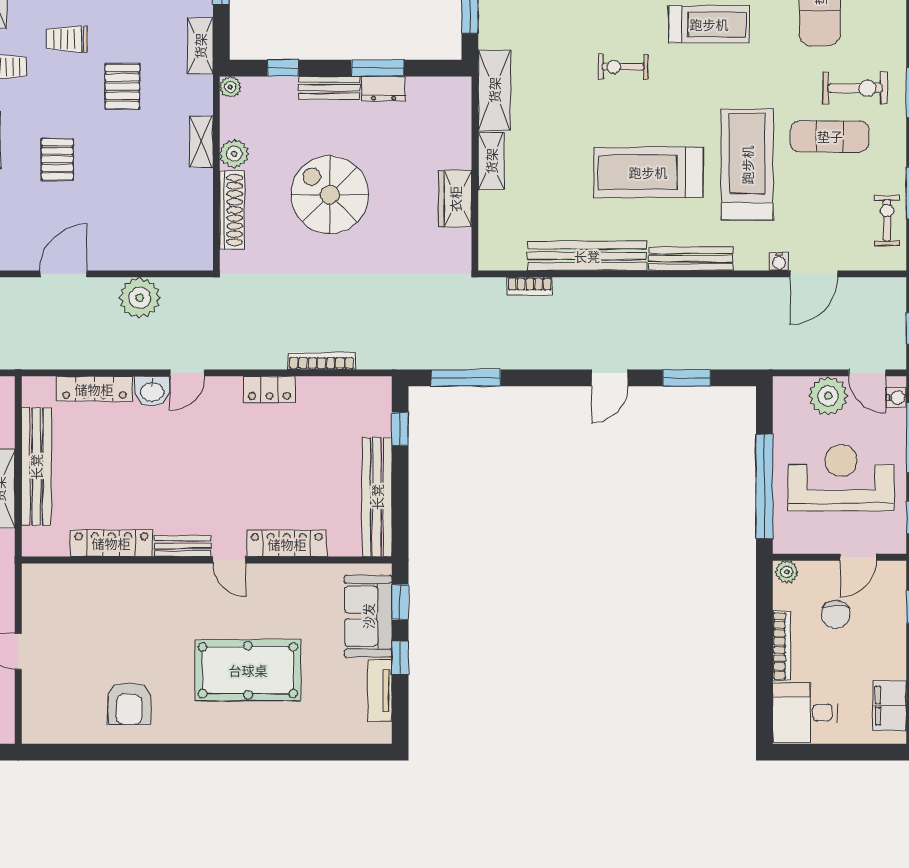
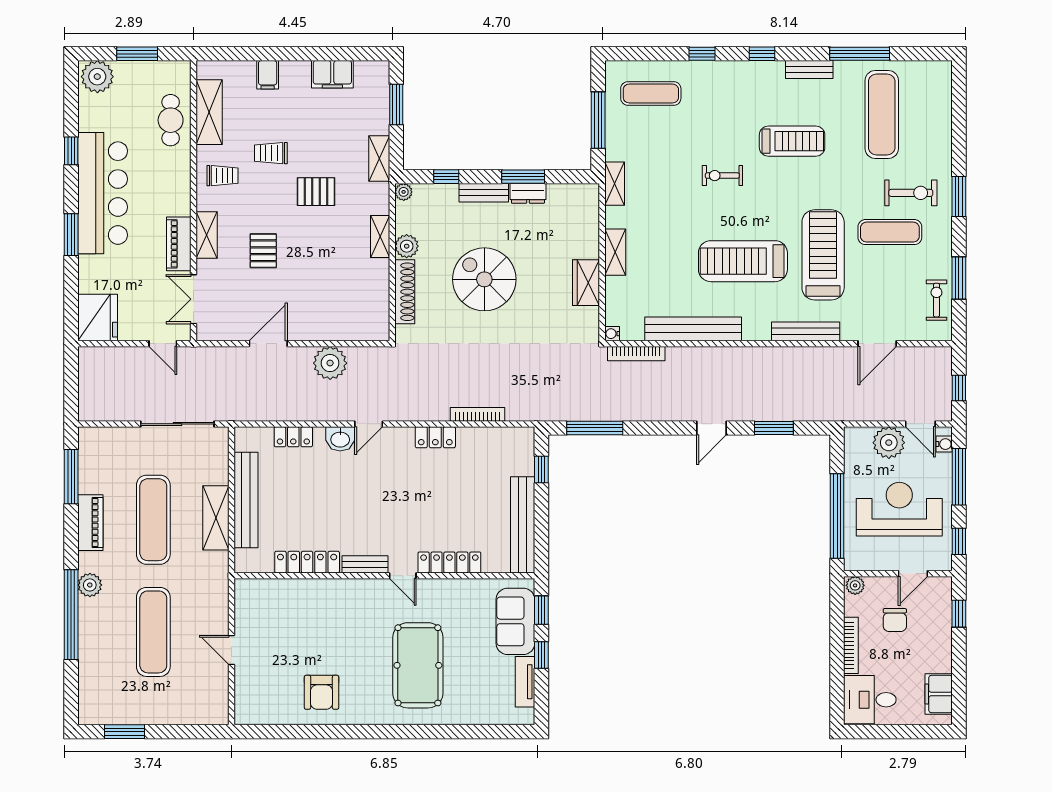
pallet: (122, 87) -> (316, 192), turned 90
shelving: (494, 90) -> (615, 184), width x0.67, depth x0.75
bench: (691, 259) -> (806, 331), moved
water cooler: (779, 262) -> (612, 334), moved, turned 90
bookcase: (530, 286) -> (636, 354), width x1.56
locker: (94, 389) -> (293, 437), width x0.66
pool table: (248, 670) -> (418, 665), turned 90

